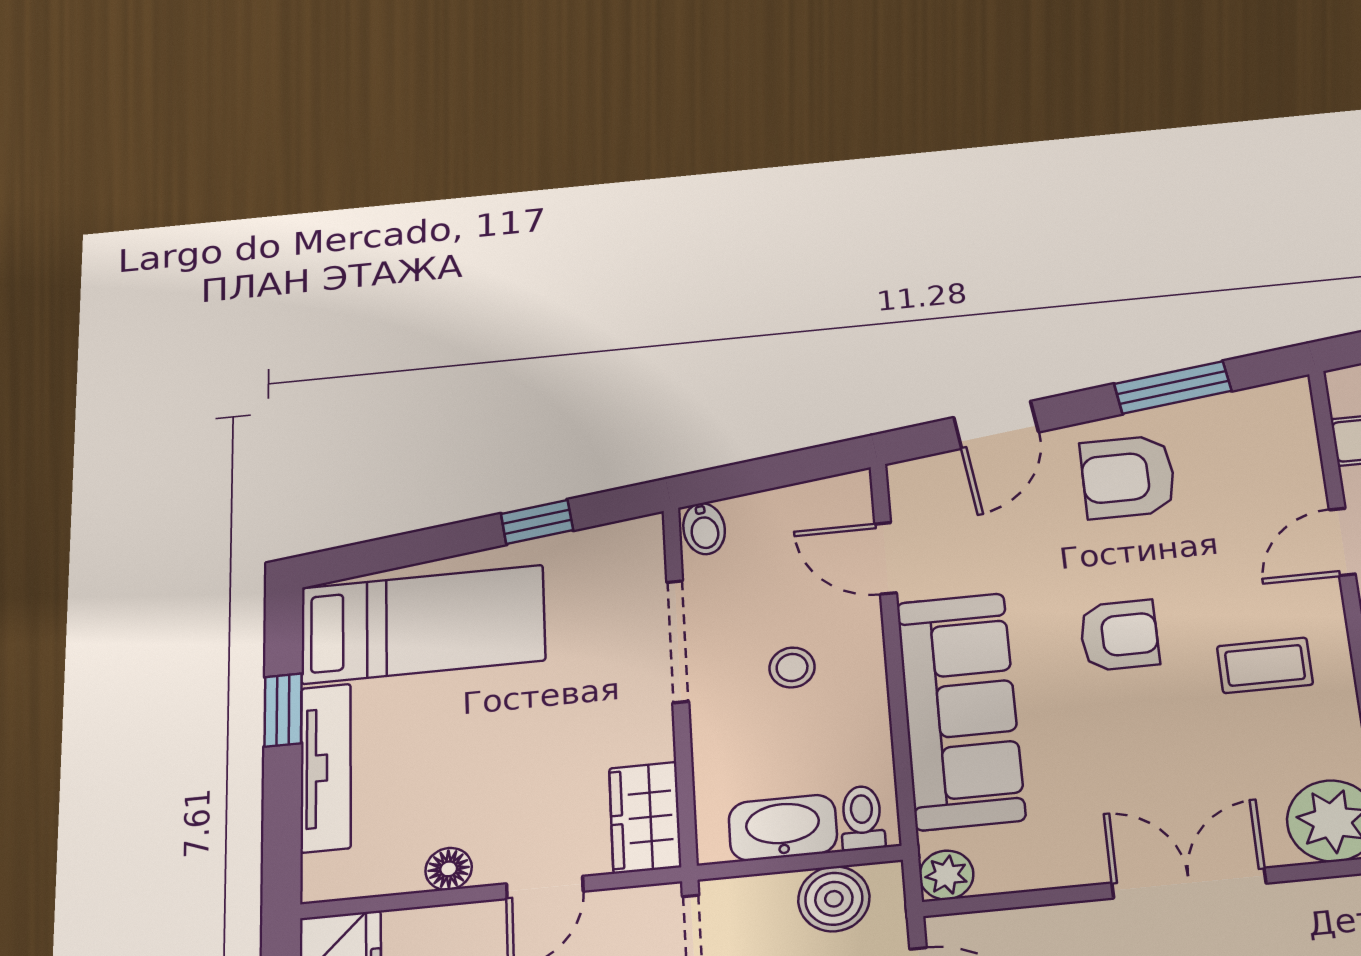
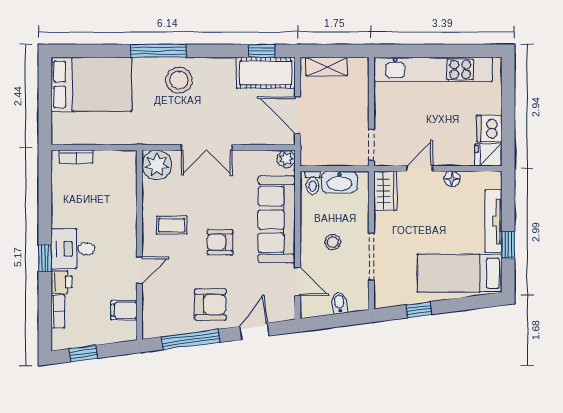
window: (1173, 387) -> (191, 339), width x1.44
bidet: (704, 529) -> (339, 303), moved
boiler: (834, 899) -> (324, 154), removed

